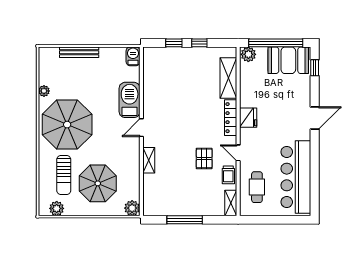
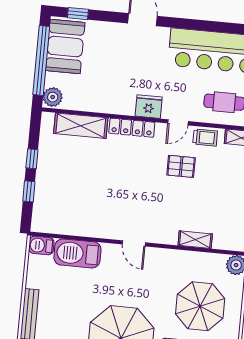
barbecue: (130, 100) -> (77, 253), moved
fridge: (248, 118) -> (149, 107), moved
shelving: (149, 160) -> (195, 240), moved

